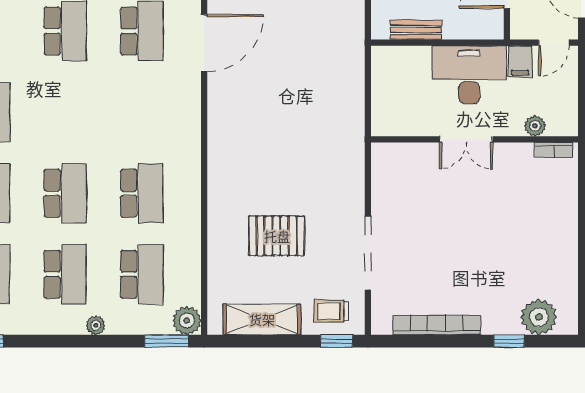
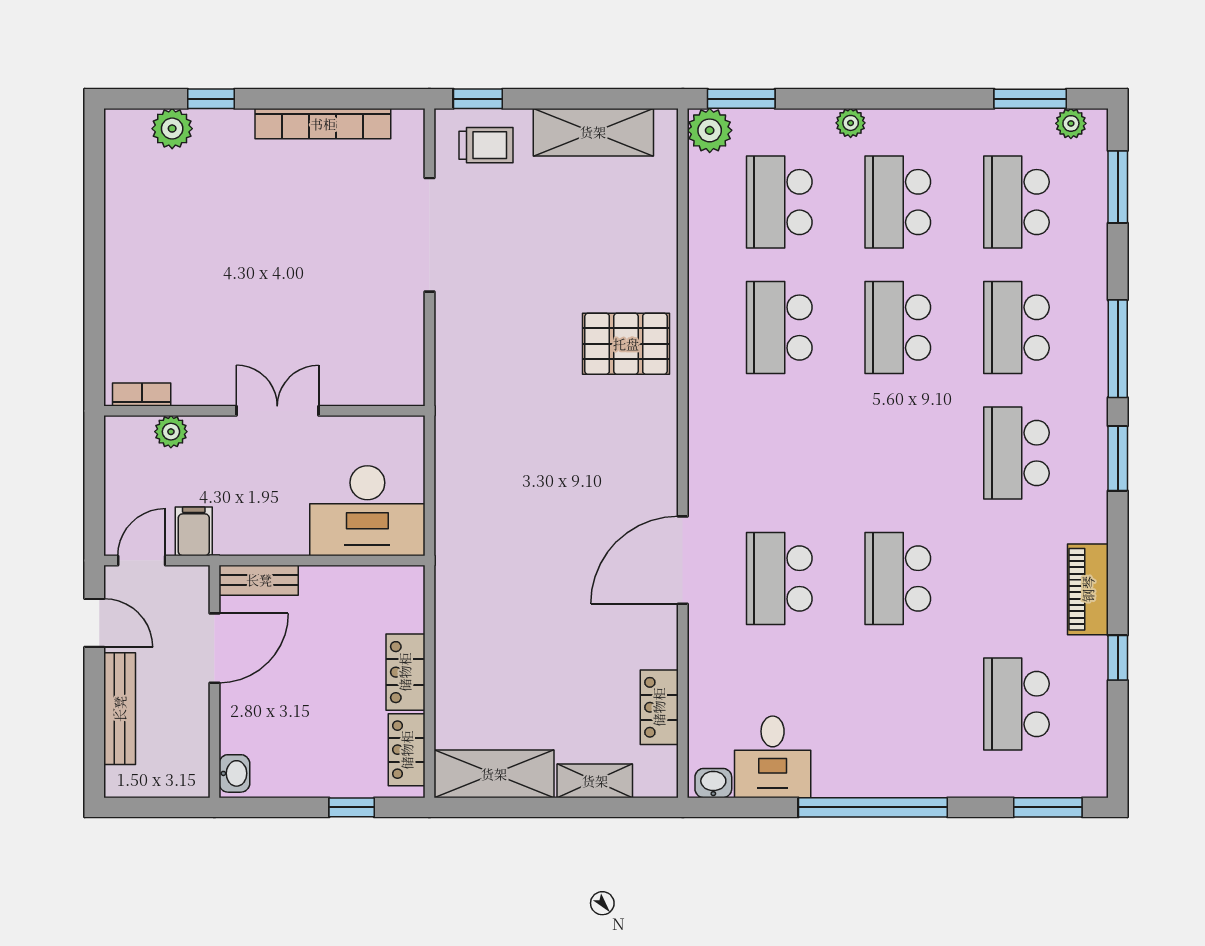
bench: (416, 30) -> (259, 580), moved
desk: (469, 75) -> (367, 511), moved
pallet: (277, 236) -> (626, 344), moved
plant: (539, 317) -> (172, 129), width x0.73, depth x0.73

